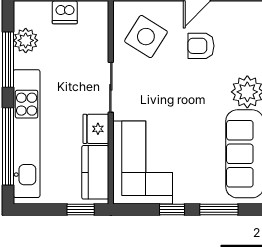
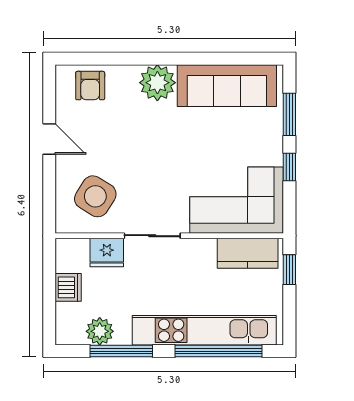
armchair: (201, 46) -> (90, 86), moved
fridge: (96, 129) -> (107, 252), moved

